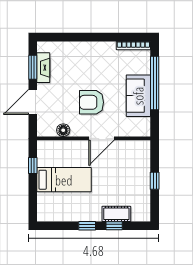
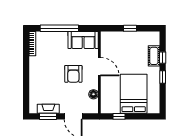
sofa: (138, 96) -> (83, 40), moved
bed: (64, 180) -> (134, 94), width x1.50

